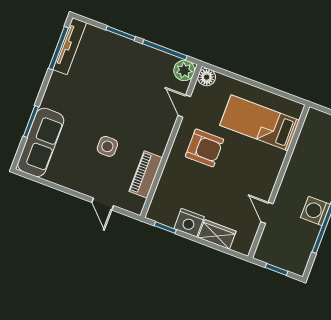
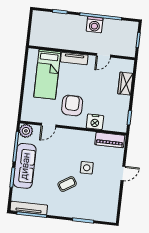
floor lamp: (207, 77) -> (27, 115), removed
coffee table: (91, 111) -> (67, 184), added
sofa: (41, 142) -> (25, 166), moved, turned 90
tv unit: (273, 168) -> (74, 58), added
piano: (146, 175) -> (110, 140), moved
door: (103, 204) -> (123, 173), moved
nightstand: (189, 223) -> (95, 122), moved, turned 90

